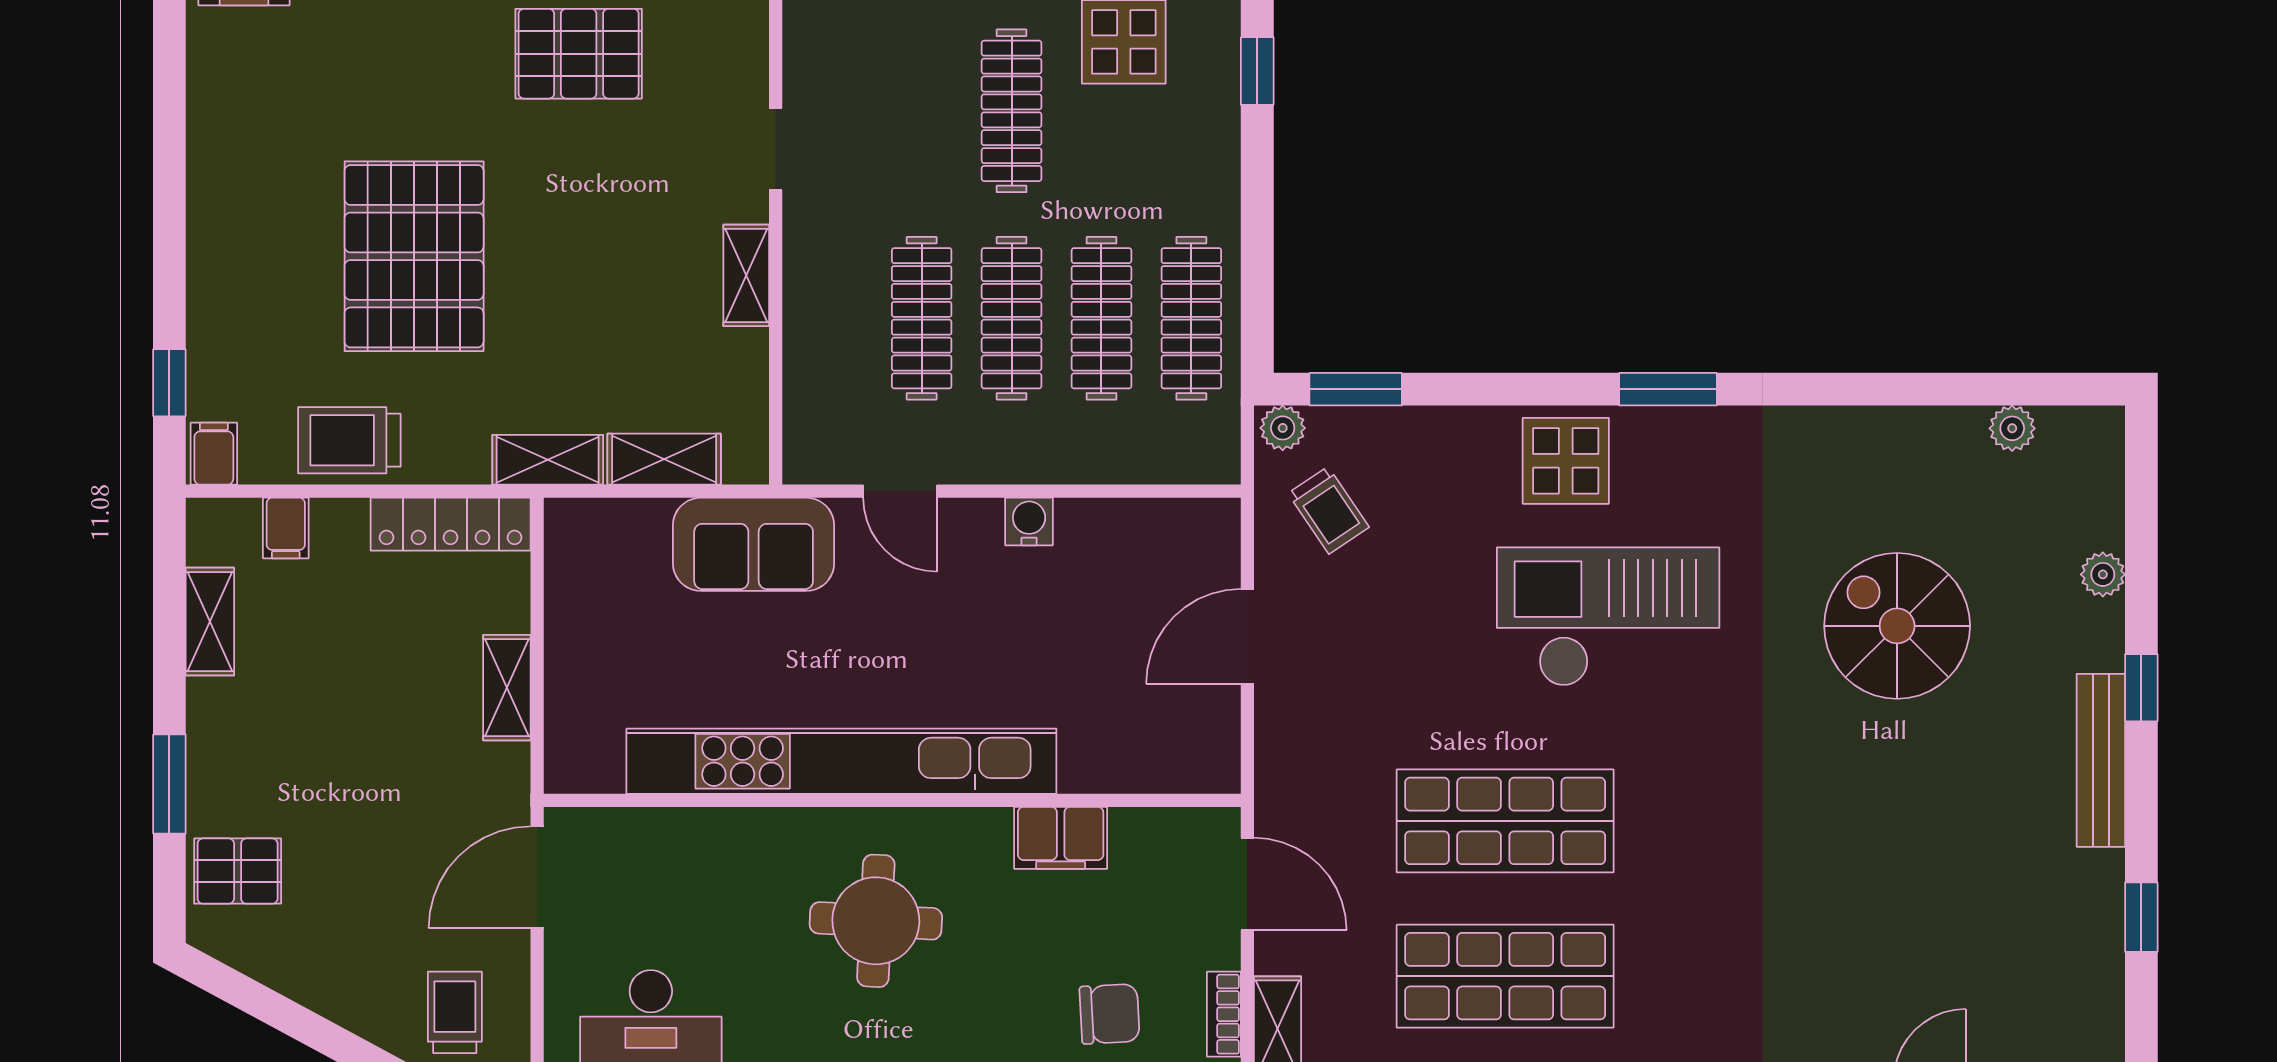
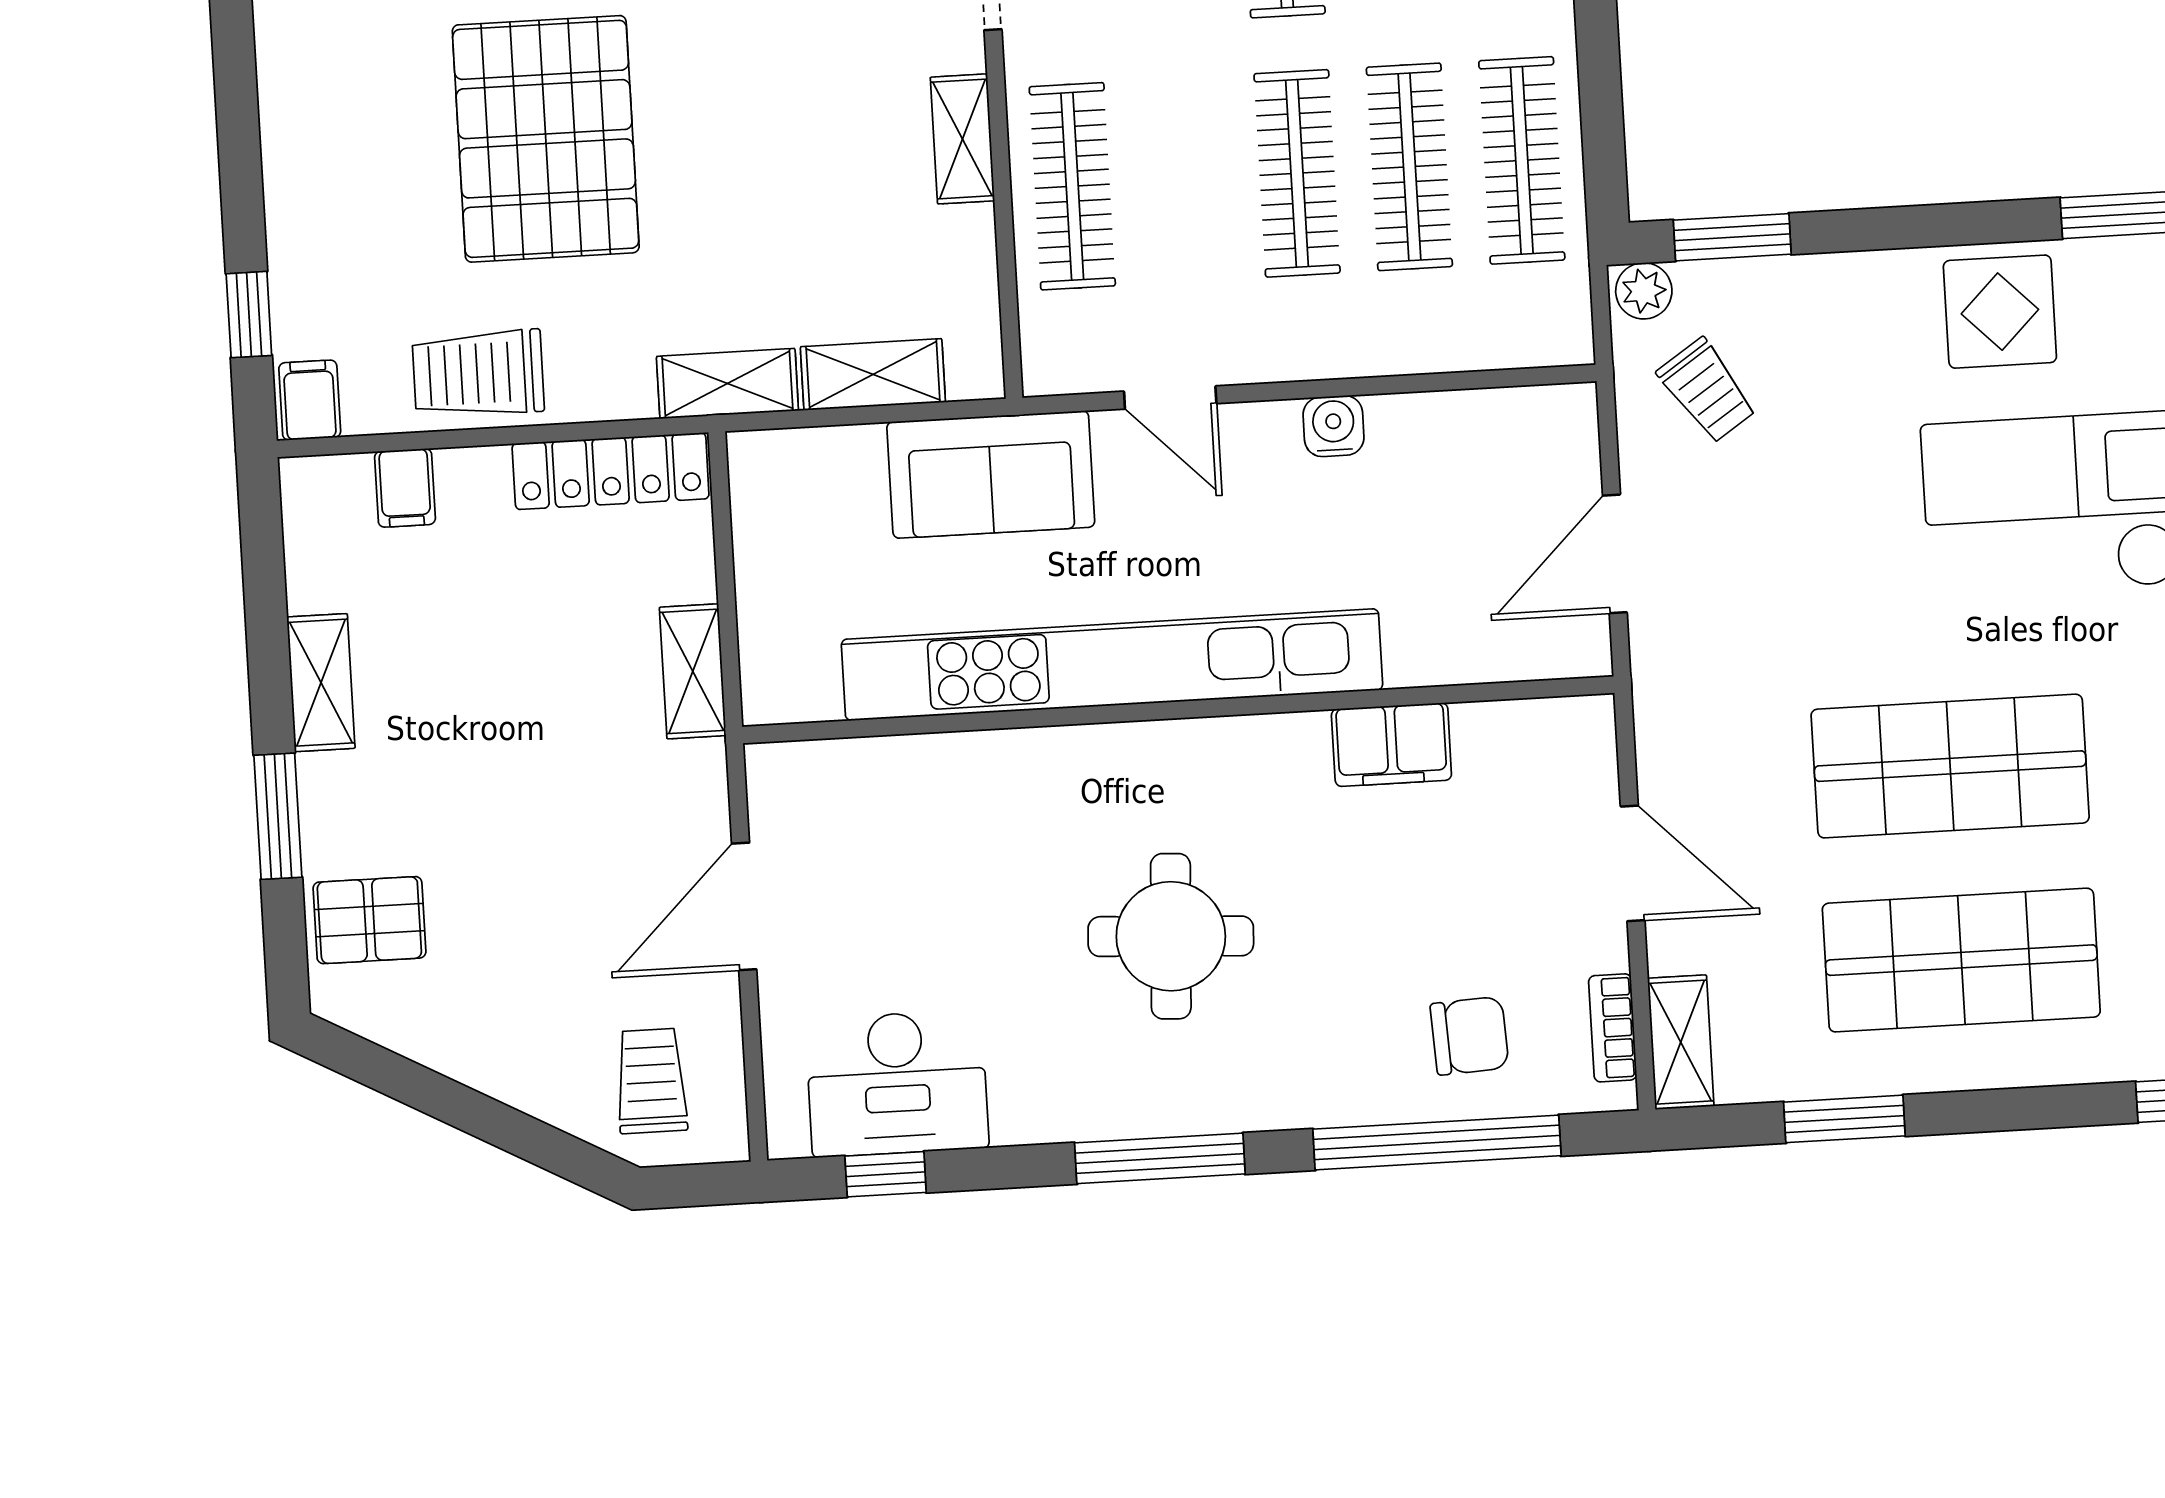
clothes rail: (922, 318) -> (1072, 186), moved
shelving: (210, 622) -> (321, 683), moved
kitchen unit: (841, 761) -> (1112, 665), moved
wall: (892, 800) -> (1178, 710), moved
filing cabinet: (1061, 838) -> (1391, 745), moved

